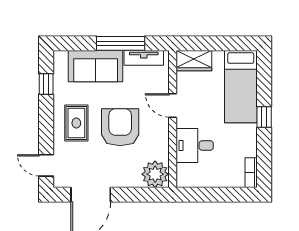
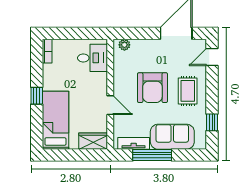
desk: (195, 145) -> (93, 58), moved
door: (46, 165) -> (212, 57), swing flipped
plant: (155, 174) -> (124, 45), width x0.53, depth x0.53

